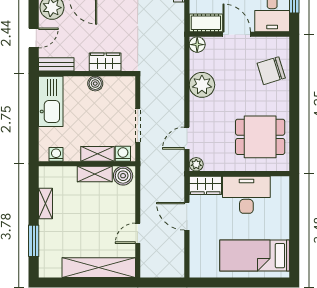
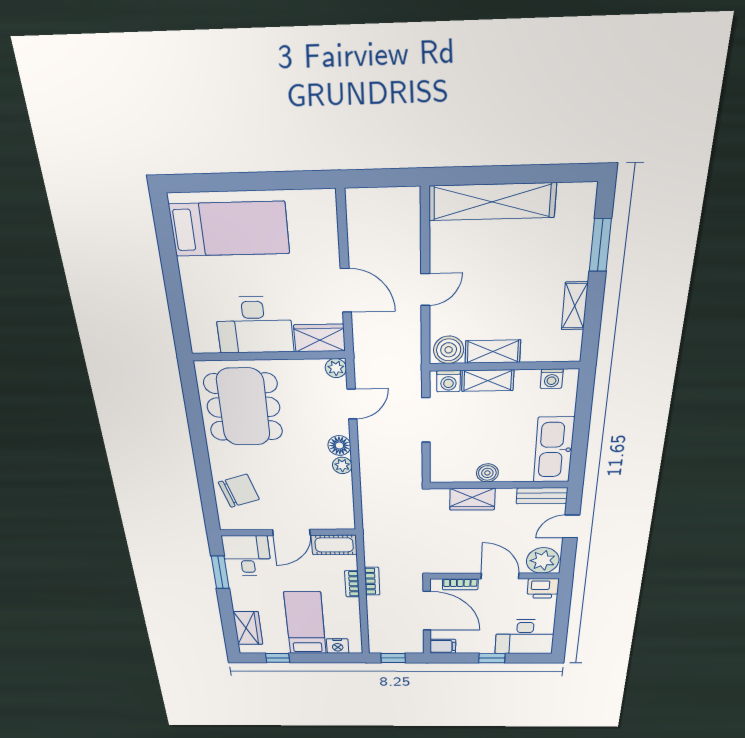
door: (237, 34) -> (291, 532), hinge flipped
floor lamp: (197, 45) -> (339, 446), moved
plant: (202, 85) -> (342, 465), width x0.53, depth x0.53
dining table: (260, 137) -> (243, 407), width x1.38
door: (138, 233) -> (425, 290), moved

